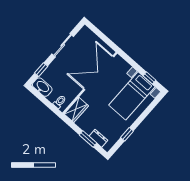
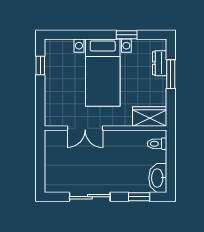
double door: (99, 73) -> (85, 128), width x0.54
bed with nightstands: (132, 96) -> (103, 73), moved, turned 90

